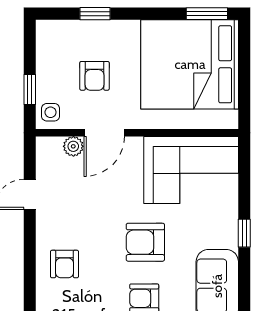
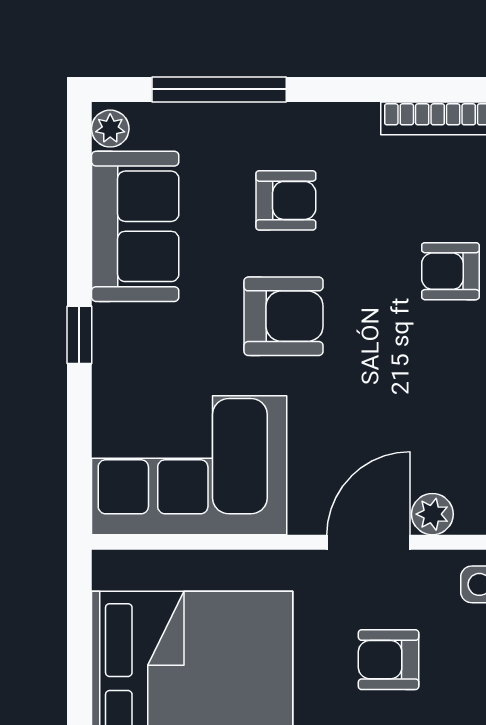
armchair: (94, 76) -> (389, 660), turned -90
armchair: (64, 264) -> (450, 271), turned -90

